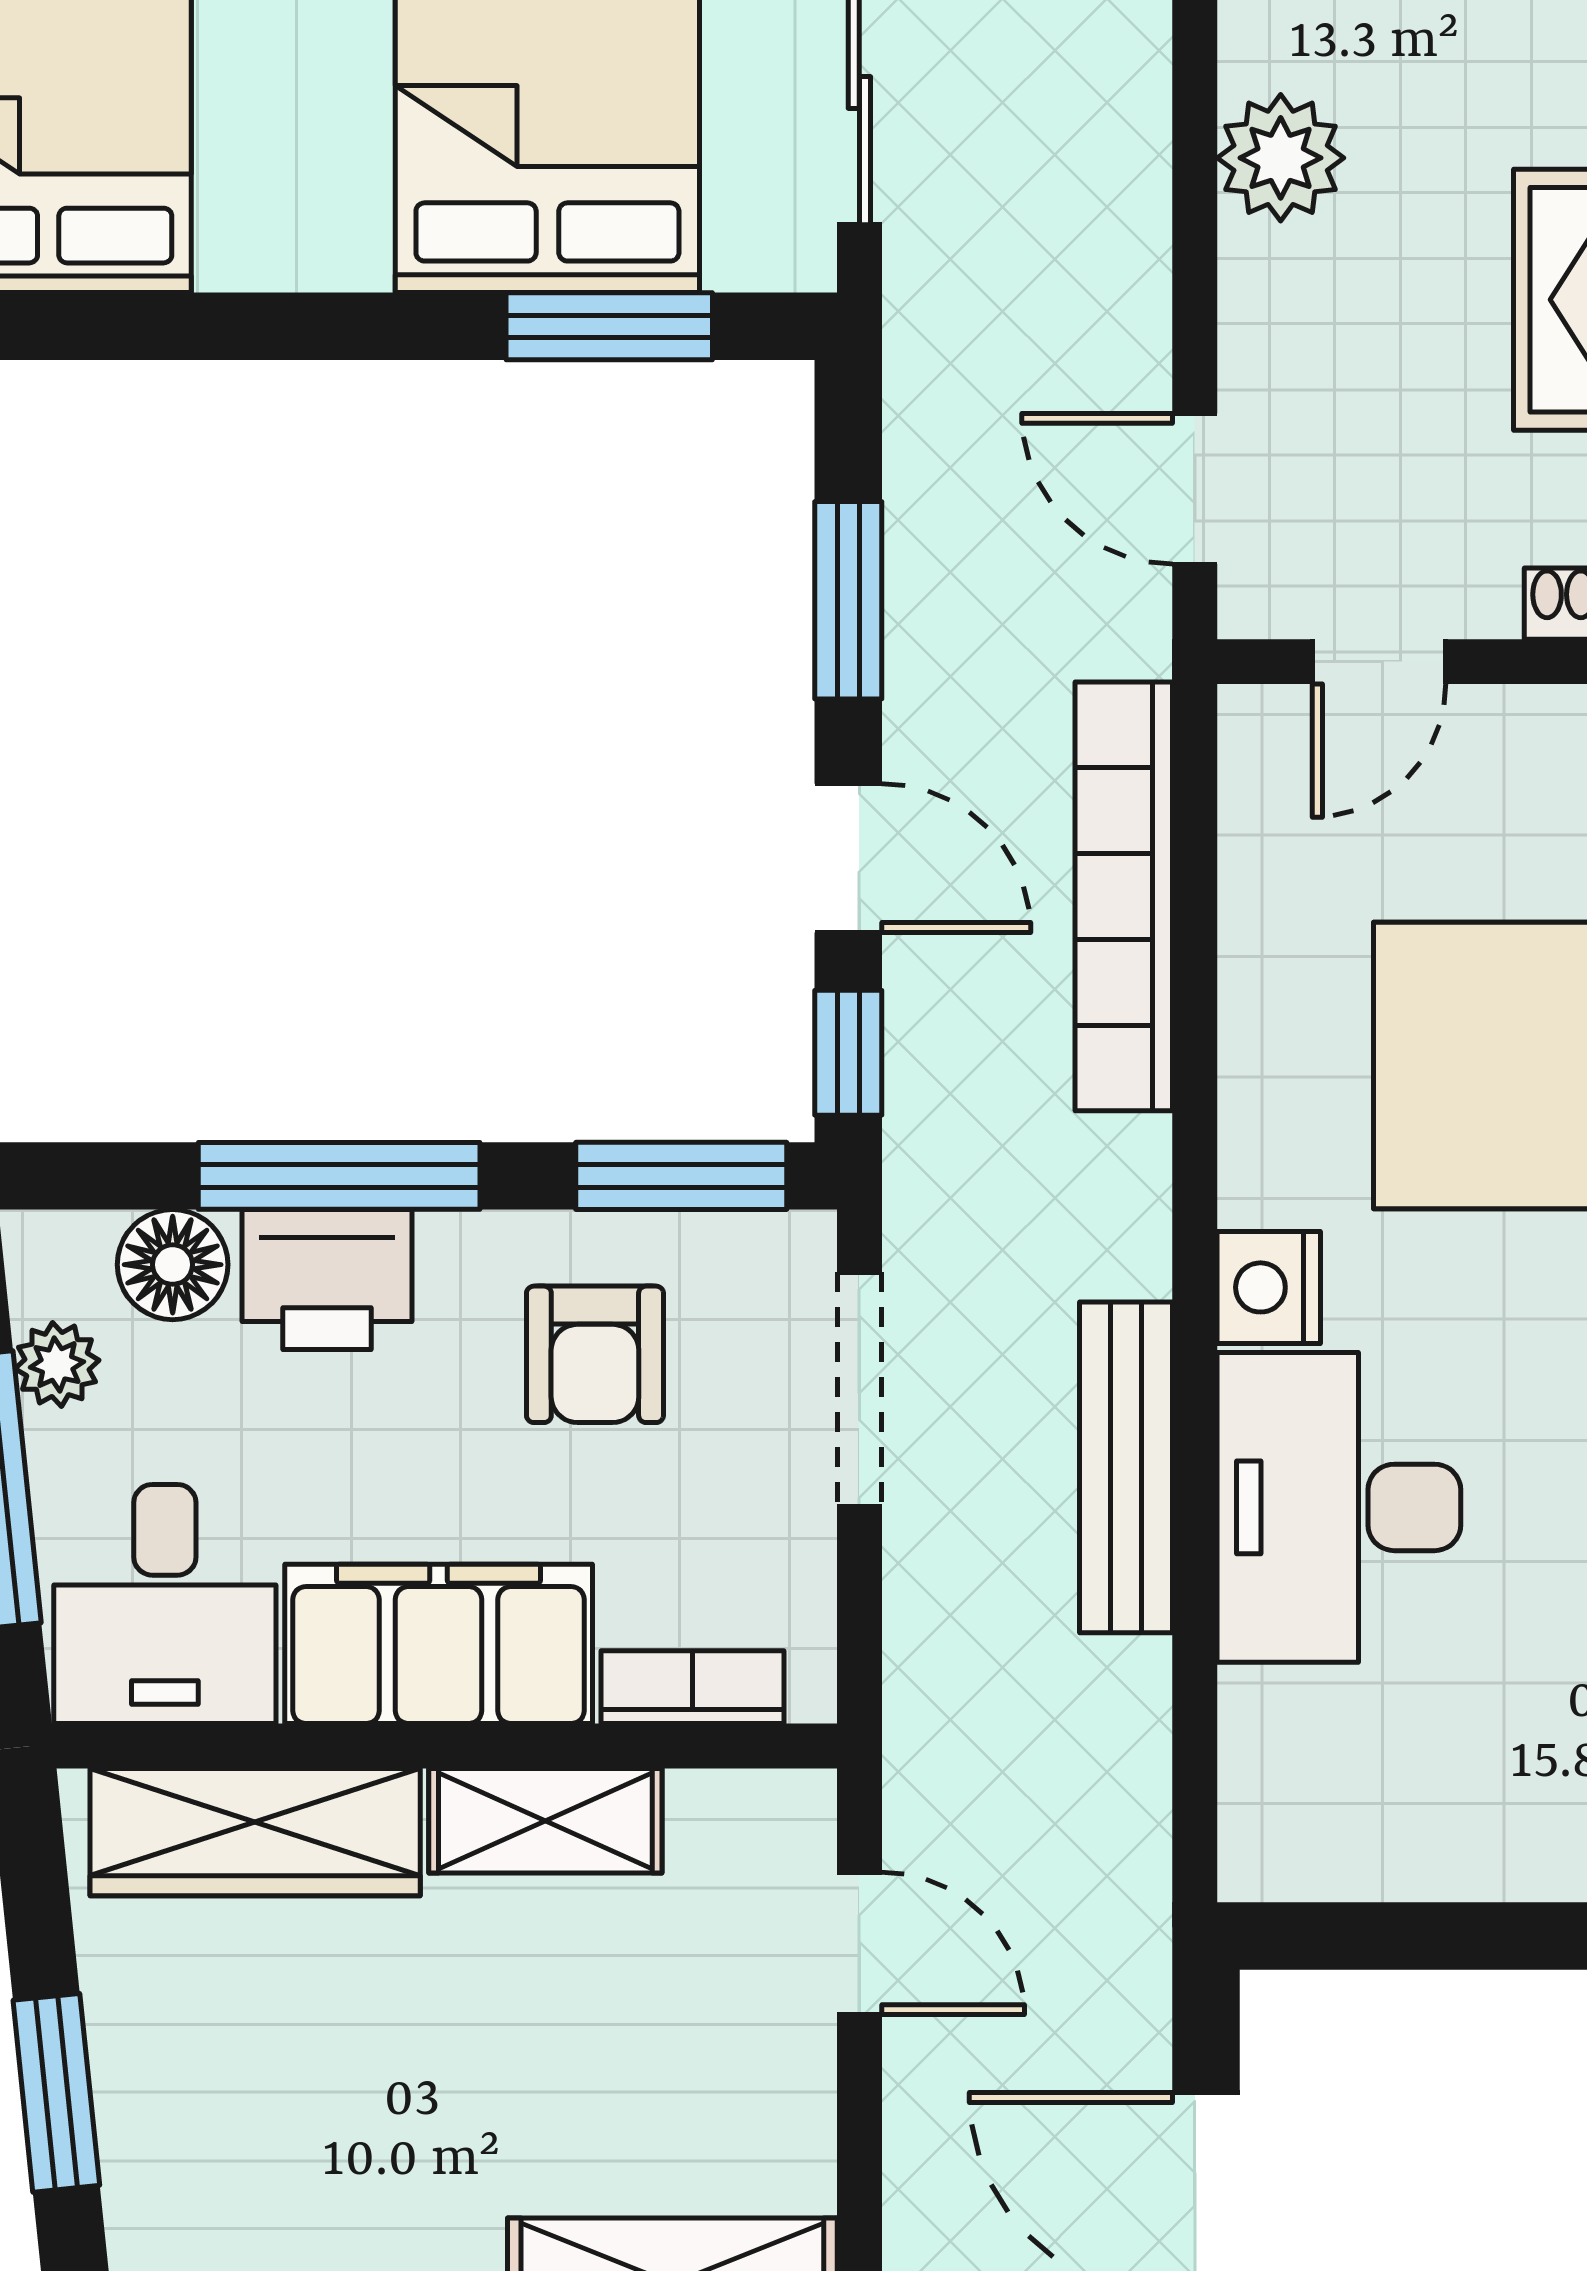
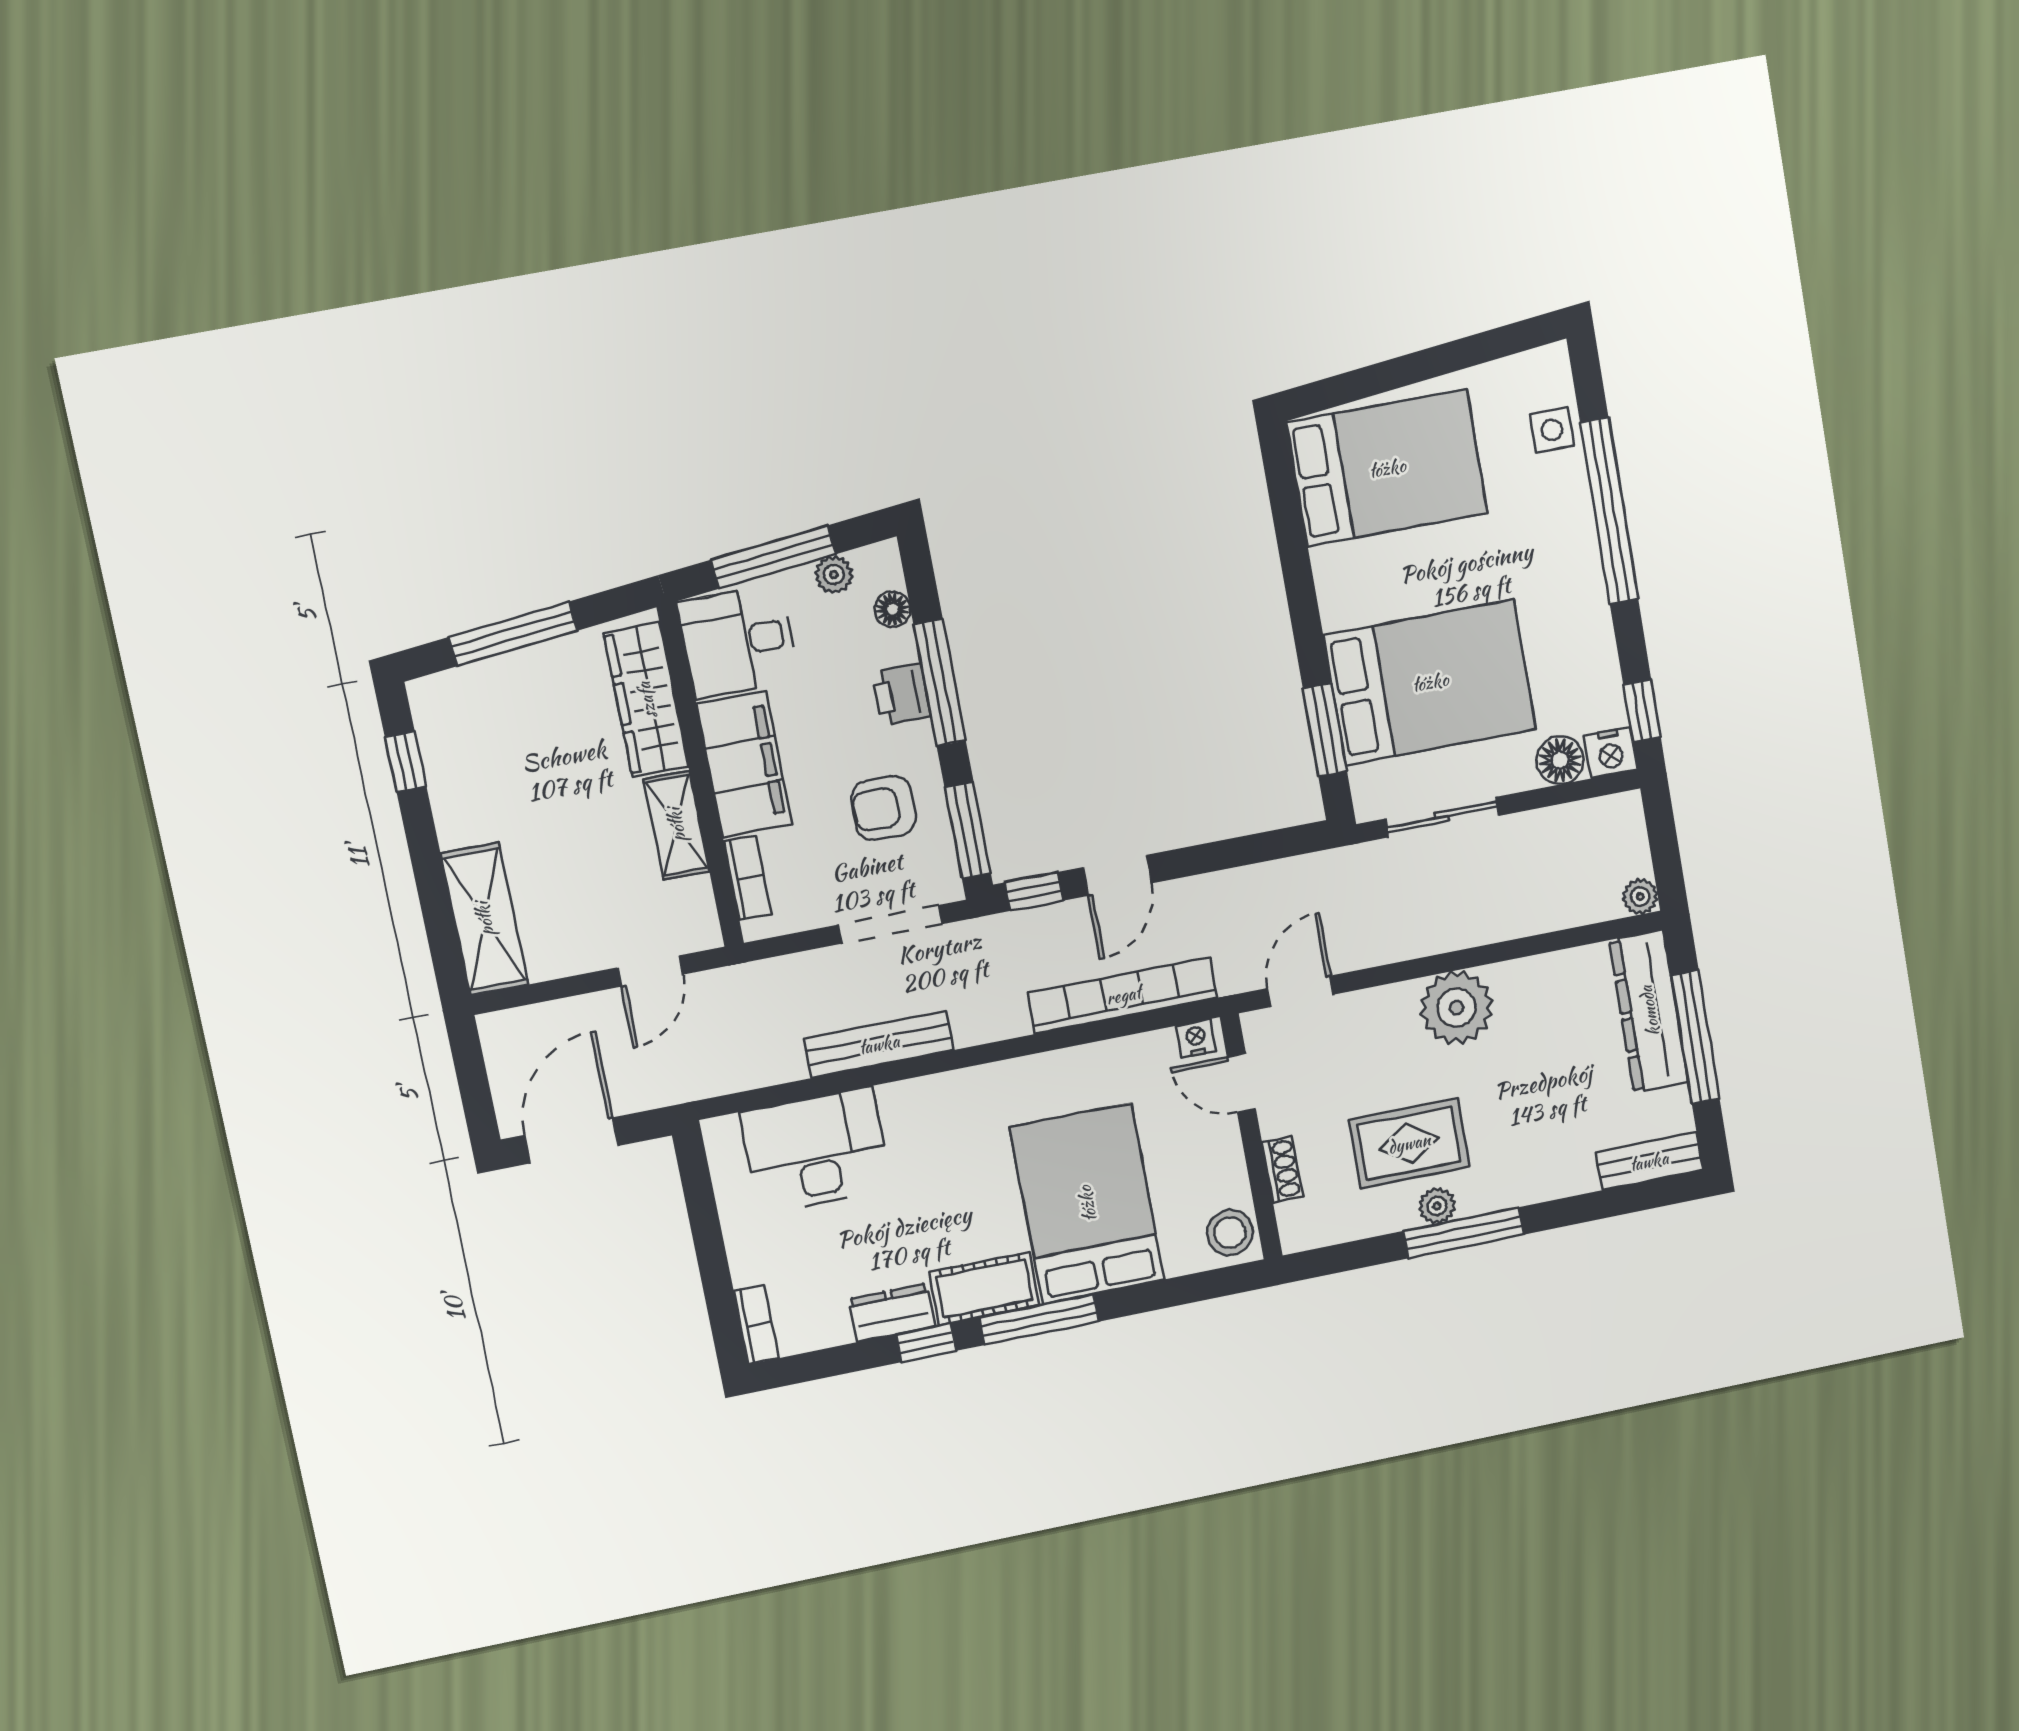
plant: (1281, 158) -> (1457, 1008), width x1.36, depth x1.36
window: (848, 600) -> (1227, 854), removed
floor lamp: (173, 1265) -> (892, 609), width x0.73, depth x0.73
printer: (327, 1280) -> (901, 694), width x0.73, depth x0.81
nightstand: (1269, 1287) -> (1196, 1038), moved, width x0.72, depth x0.74
desk: (1339, 1507) -> (816, 1150), moved
window: (56, 2093) -> (513, 634), width x1.44

